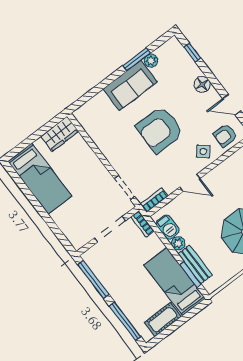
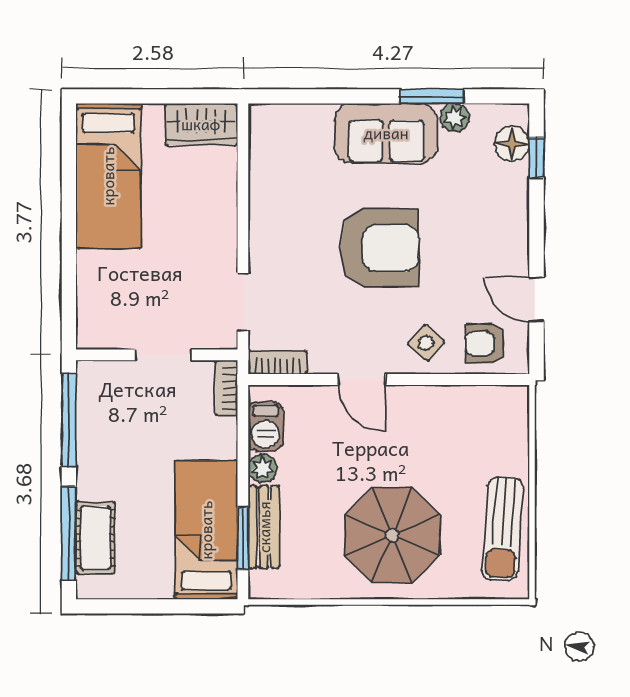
floor lamp: (202, 84) -> (512, 144), moved
armchair: (160, 130) -> (380, 248), turned 180
doorway: (110, 229) -> (163, 355), width x0.73
cot: (163, 320) -> (95, 538), moved, turned 90

